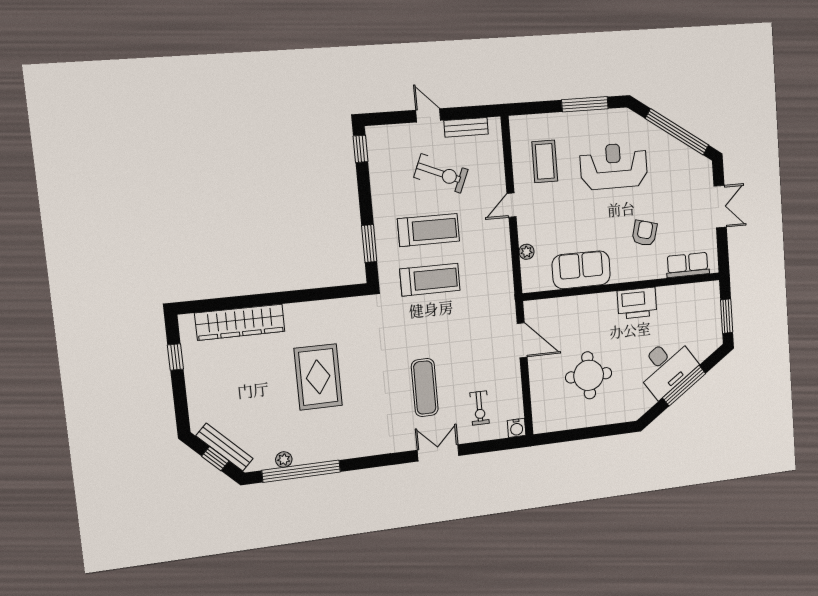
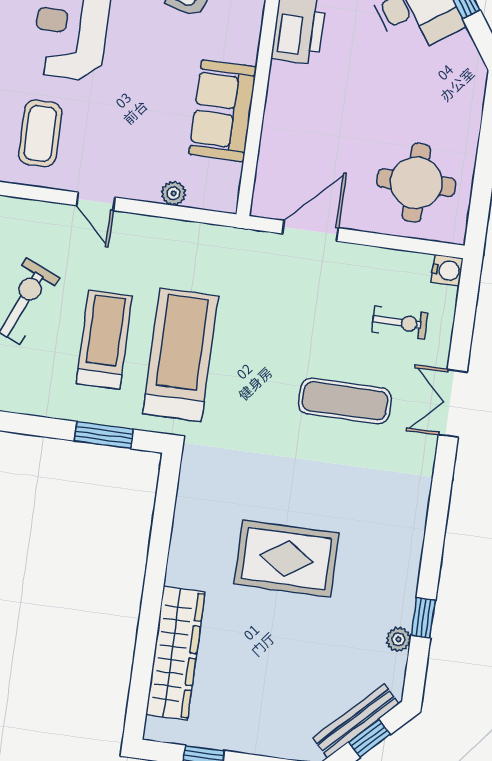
coffee table: (545, 161) -> (40, 133), turned 90
treadmill: (430, 280) -> (181, 355), width x1.37, depth x1.38
round table: (589, 375) -> (416, 183), moved
window: (301, 471) -> (423, 618), width x0.32

